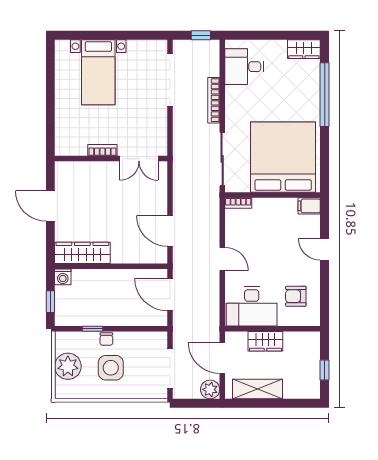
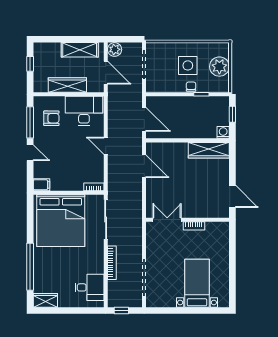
door: (50, 206) -> (232, 196), moved
window: (325, 291) -> (30, 122), added
wardrobe: (265, 341) -> (67, 85), width x1.50

